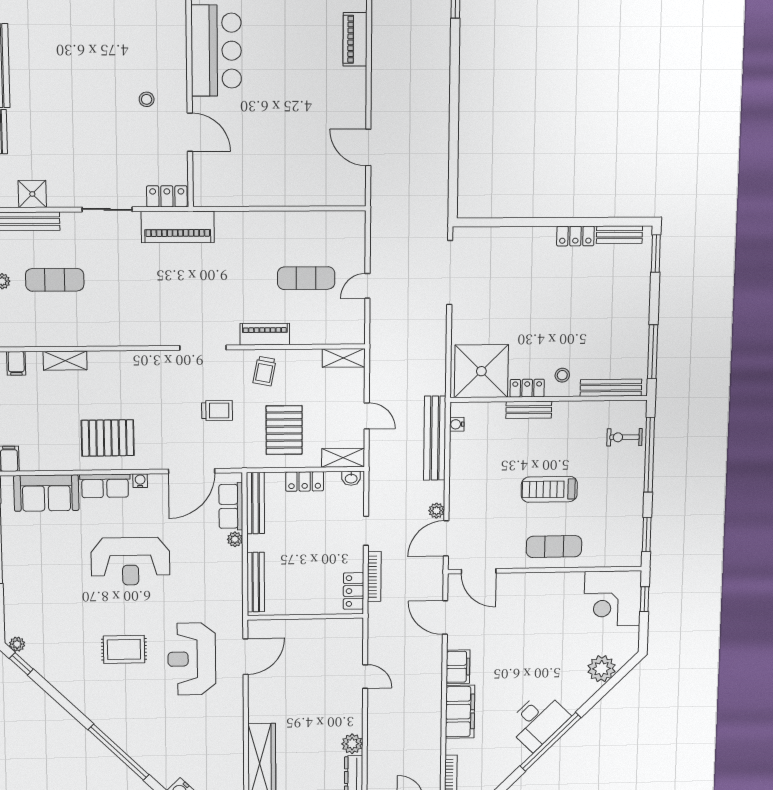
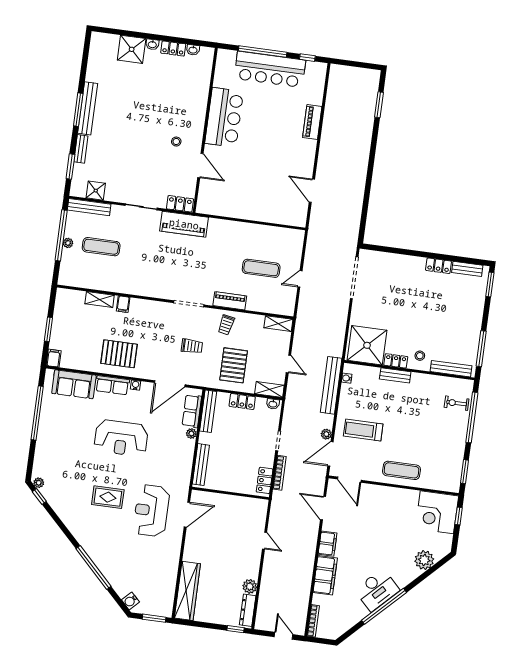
filing cabinet: (16, 363) -> (123, 304), moved
treadmill: (549, 489) -> (363, 430), moved

